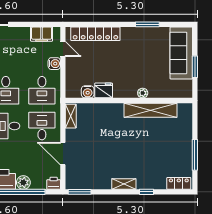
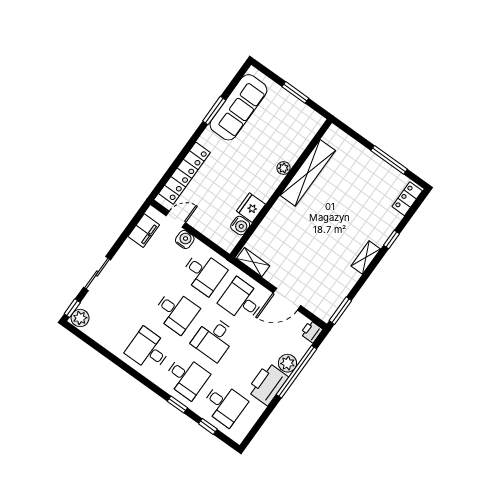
sofa: (181, 53) -> (238, 107), moved, turned -90

